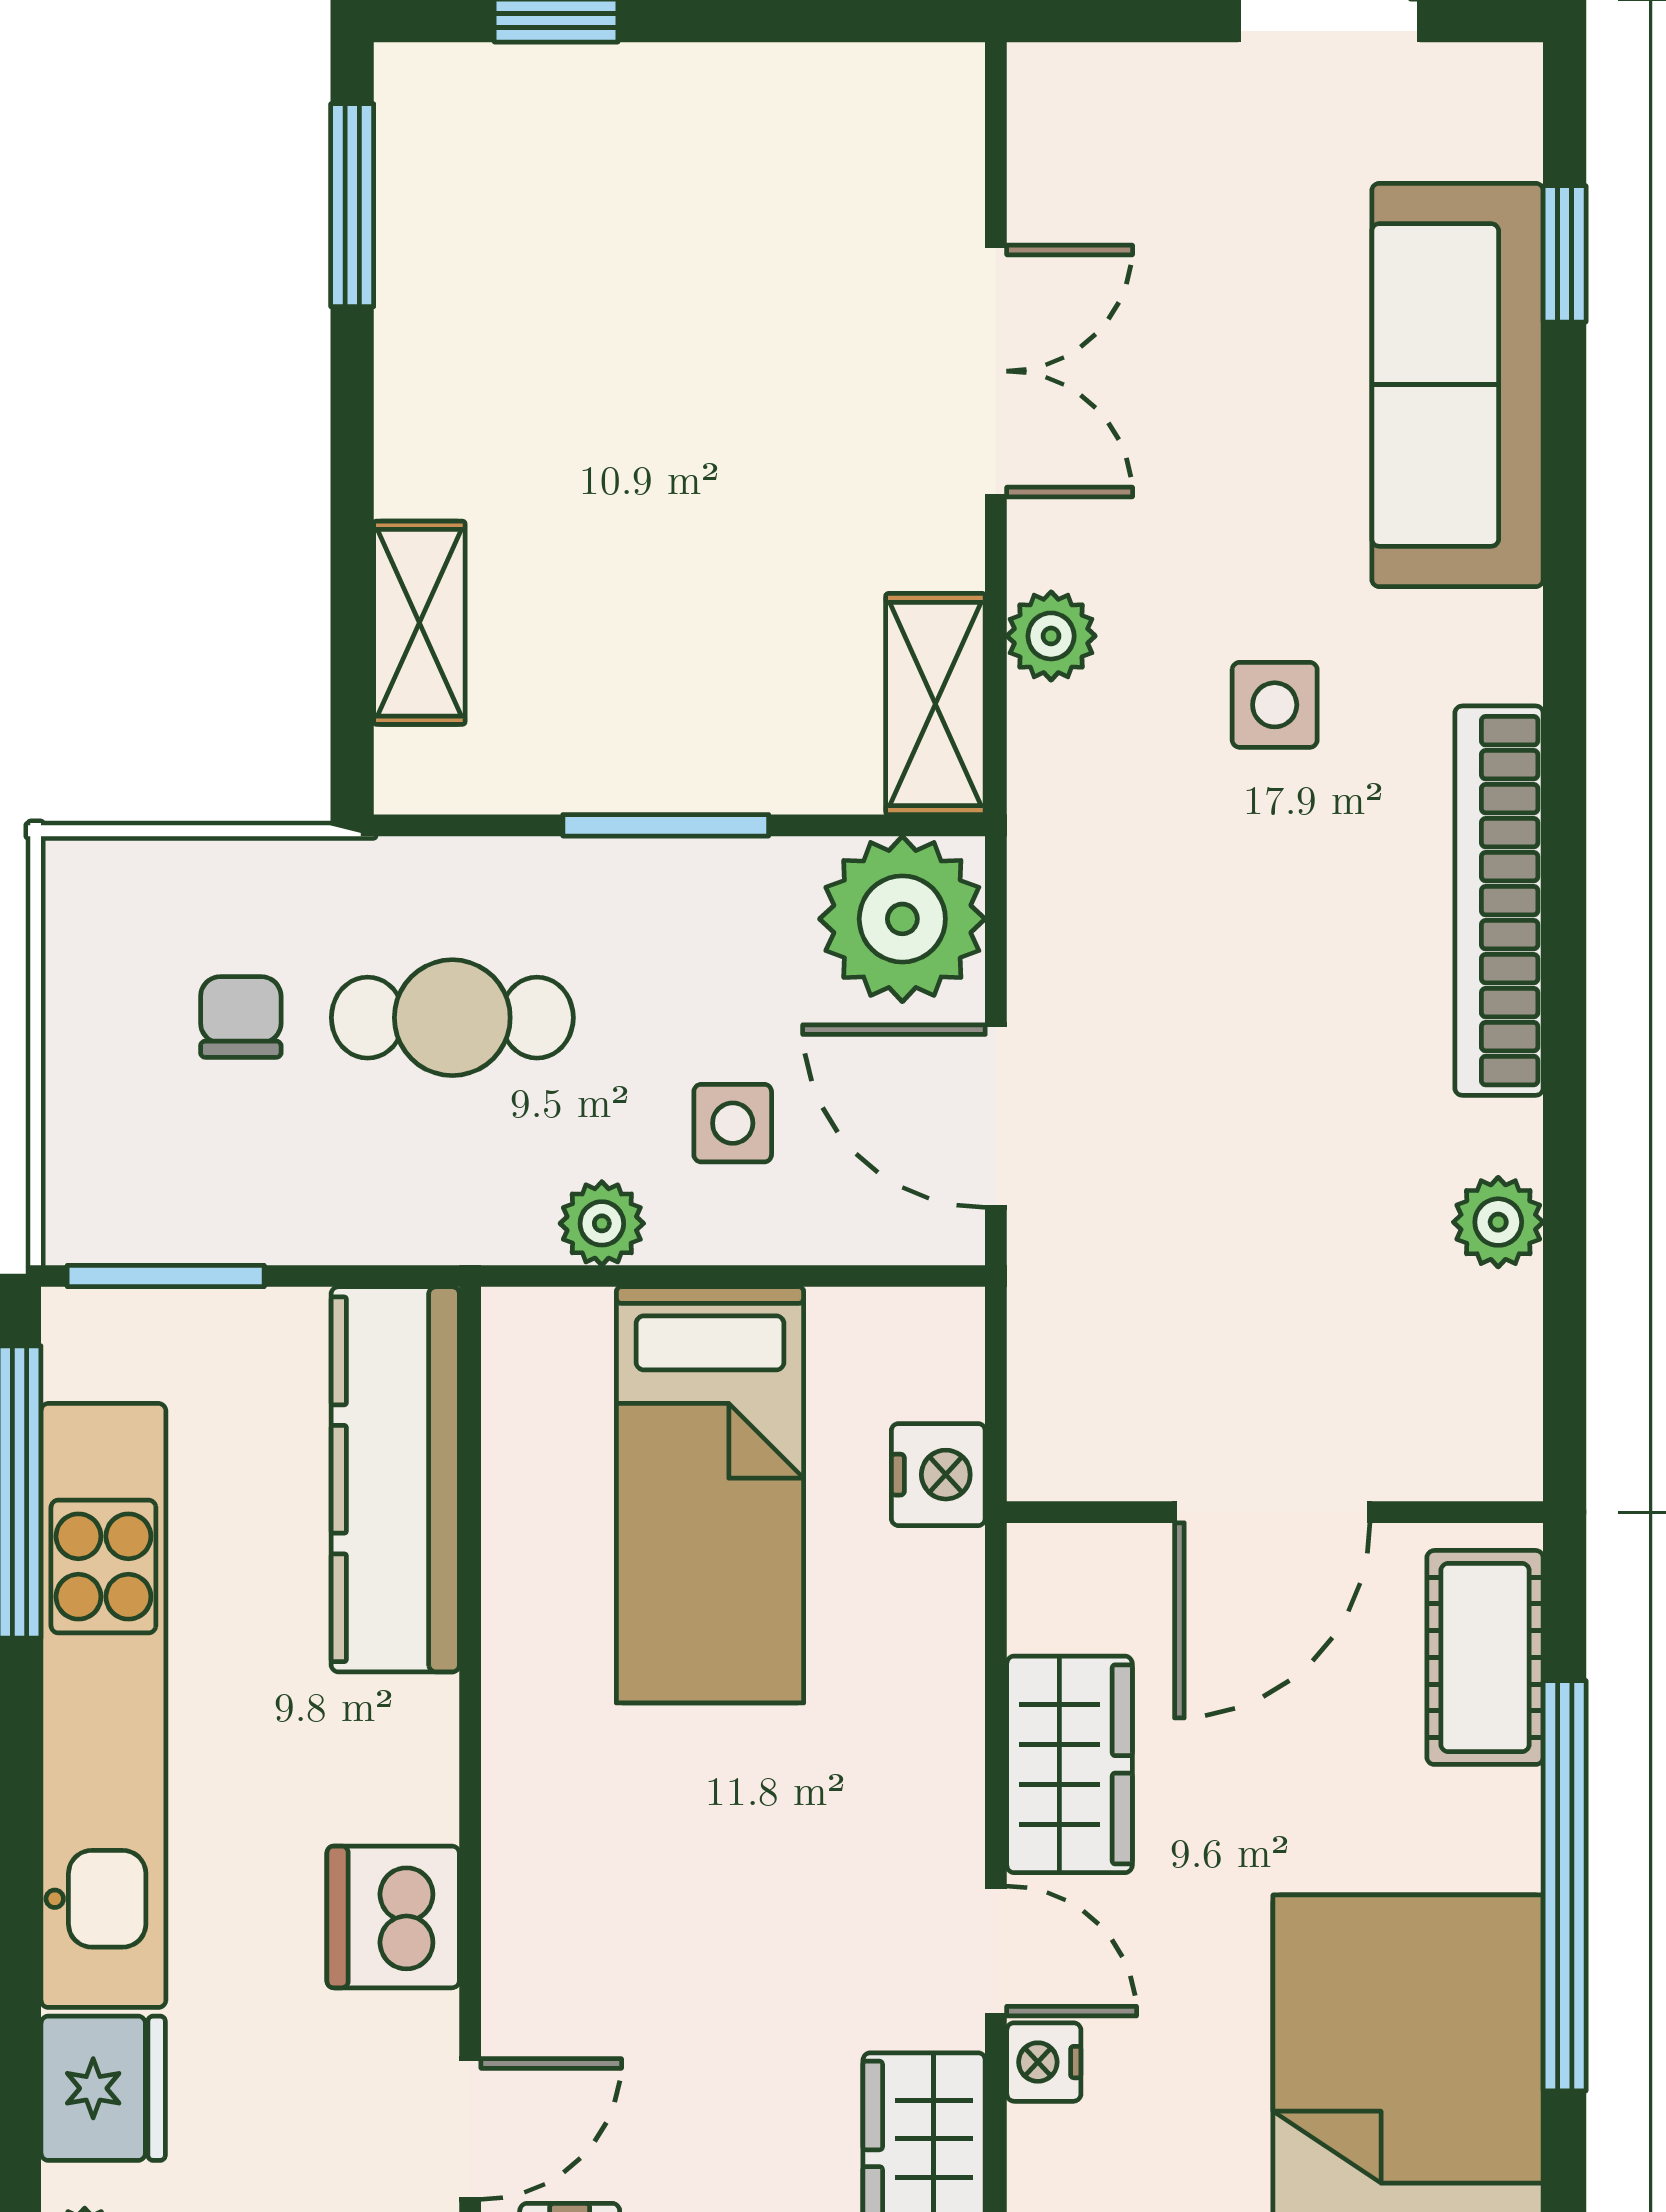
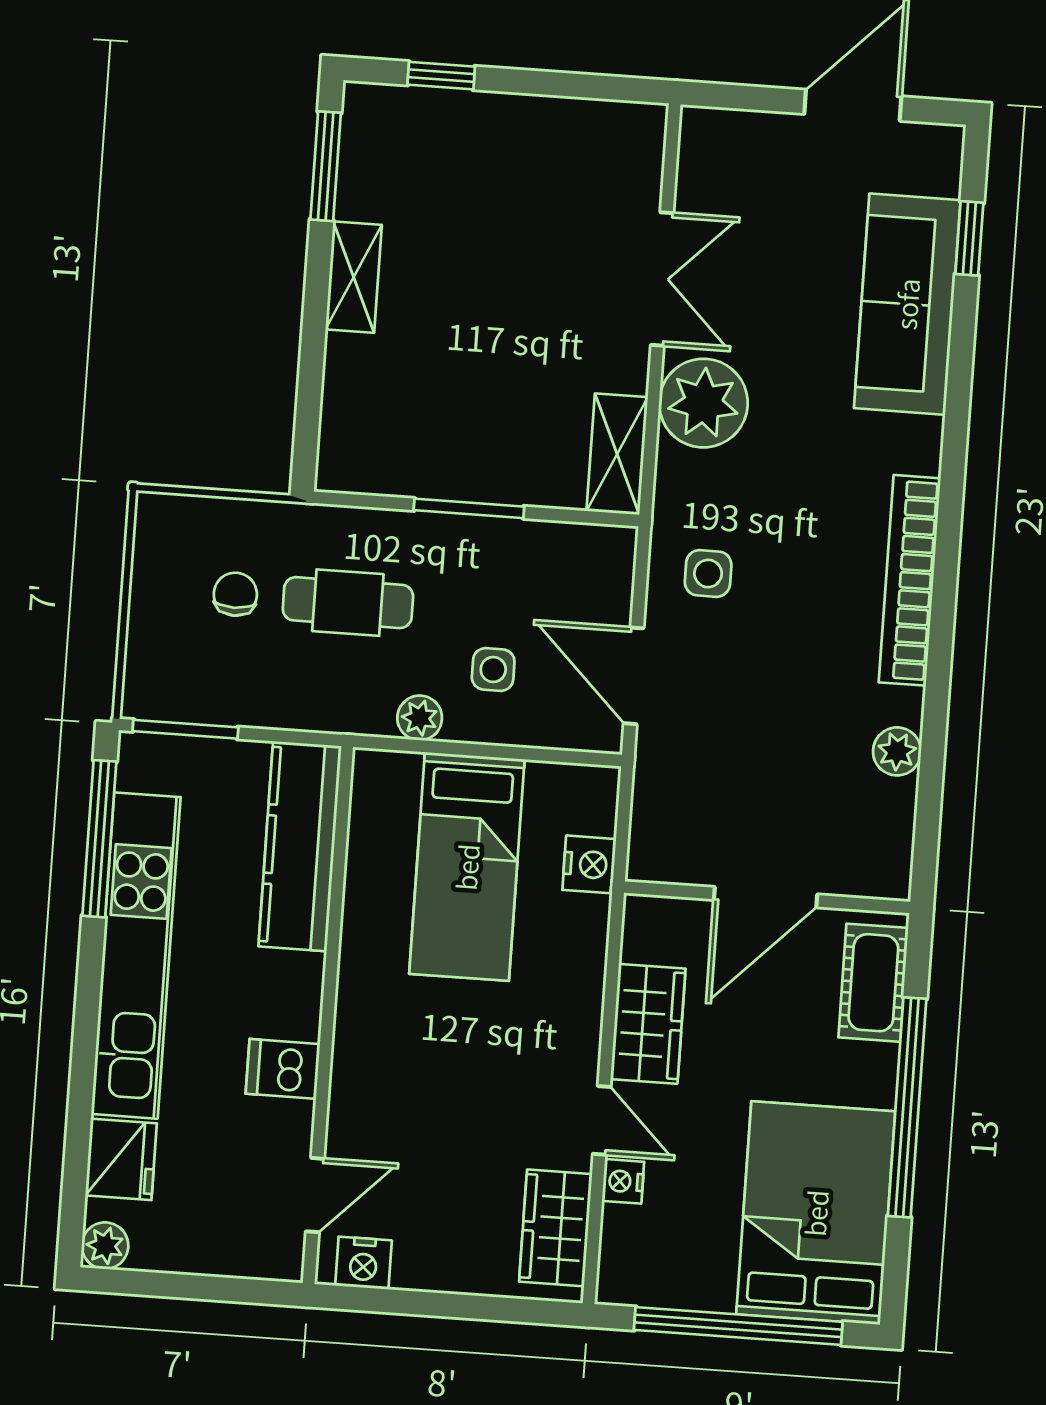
shelving: (419, 623) -> (354, 277), moved
plant: (1051, 636) -> (703, 403), width x1.88, depth x1.88
side table: (1275, 705) -> (708, 573), moved
plant: (902, 919) -> (591, 567), removed
dishwasher: (393, 1917) -> (283, 1069), width x0.73

